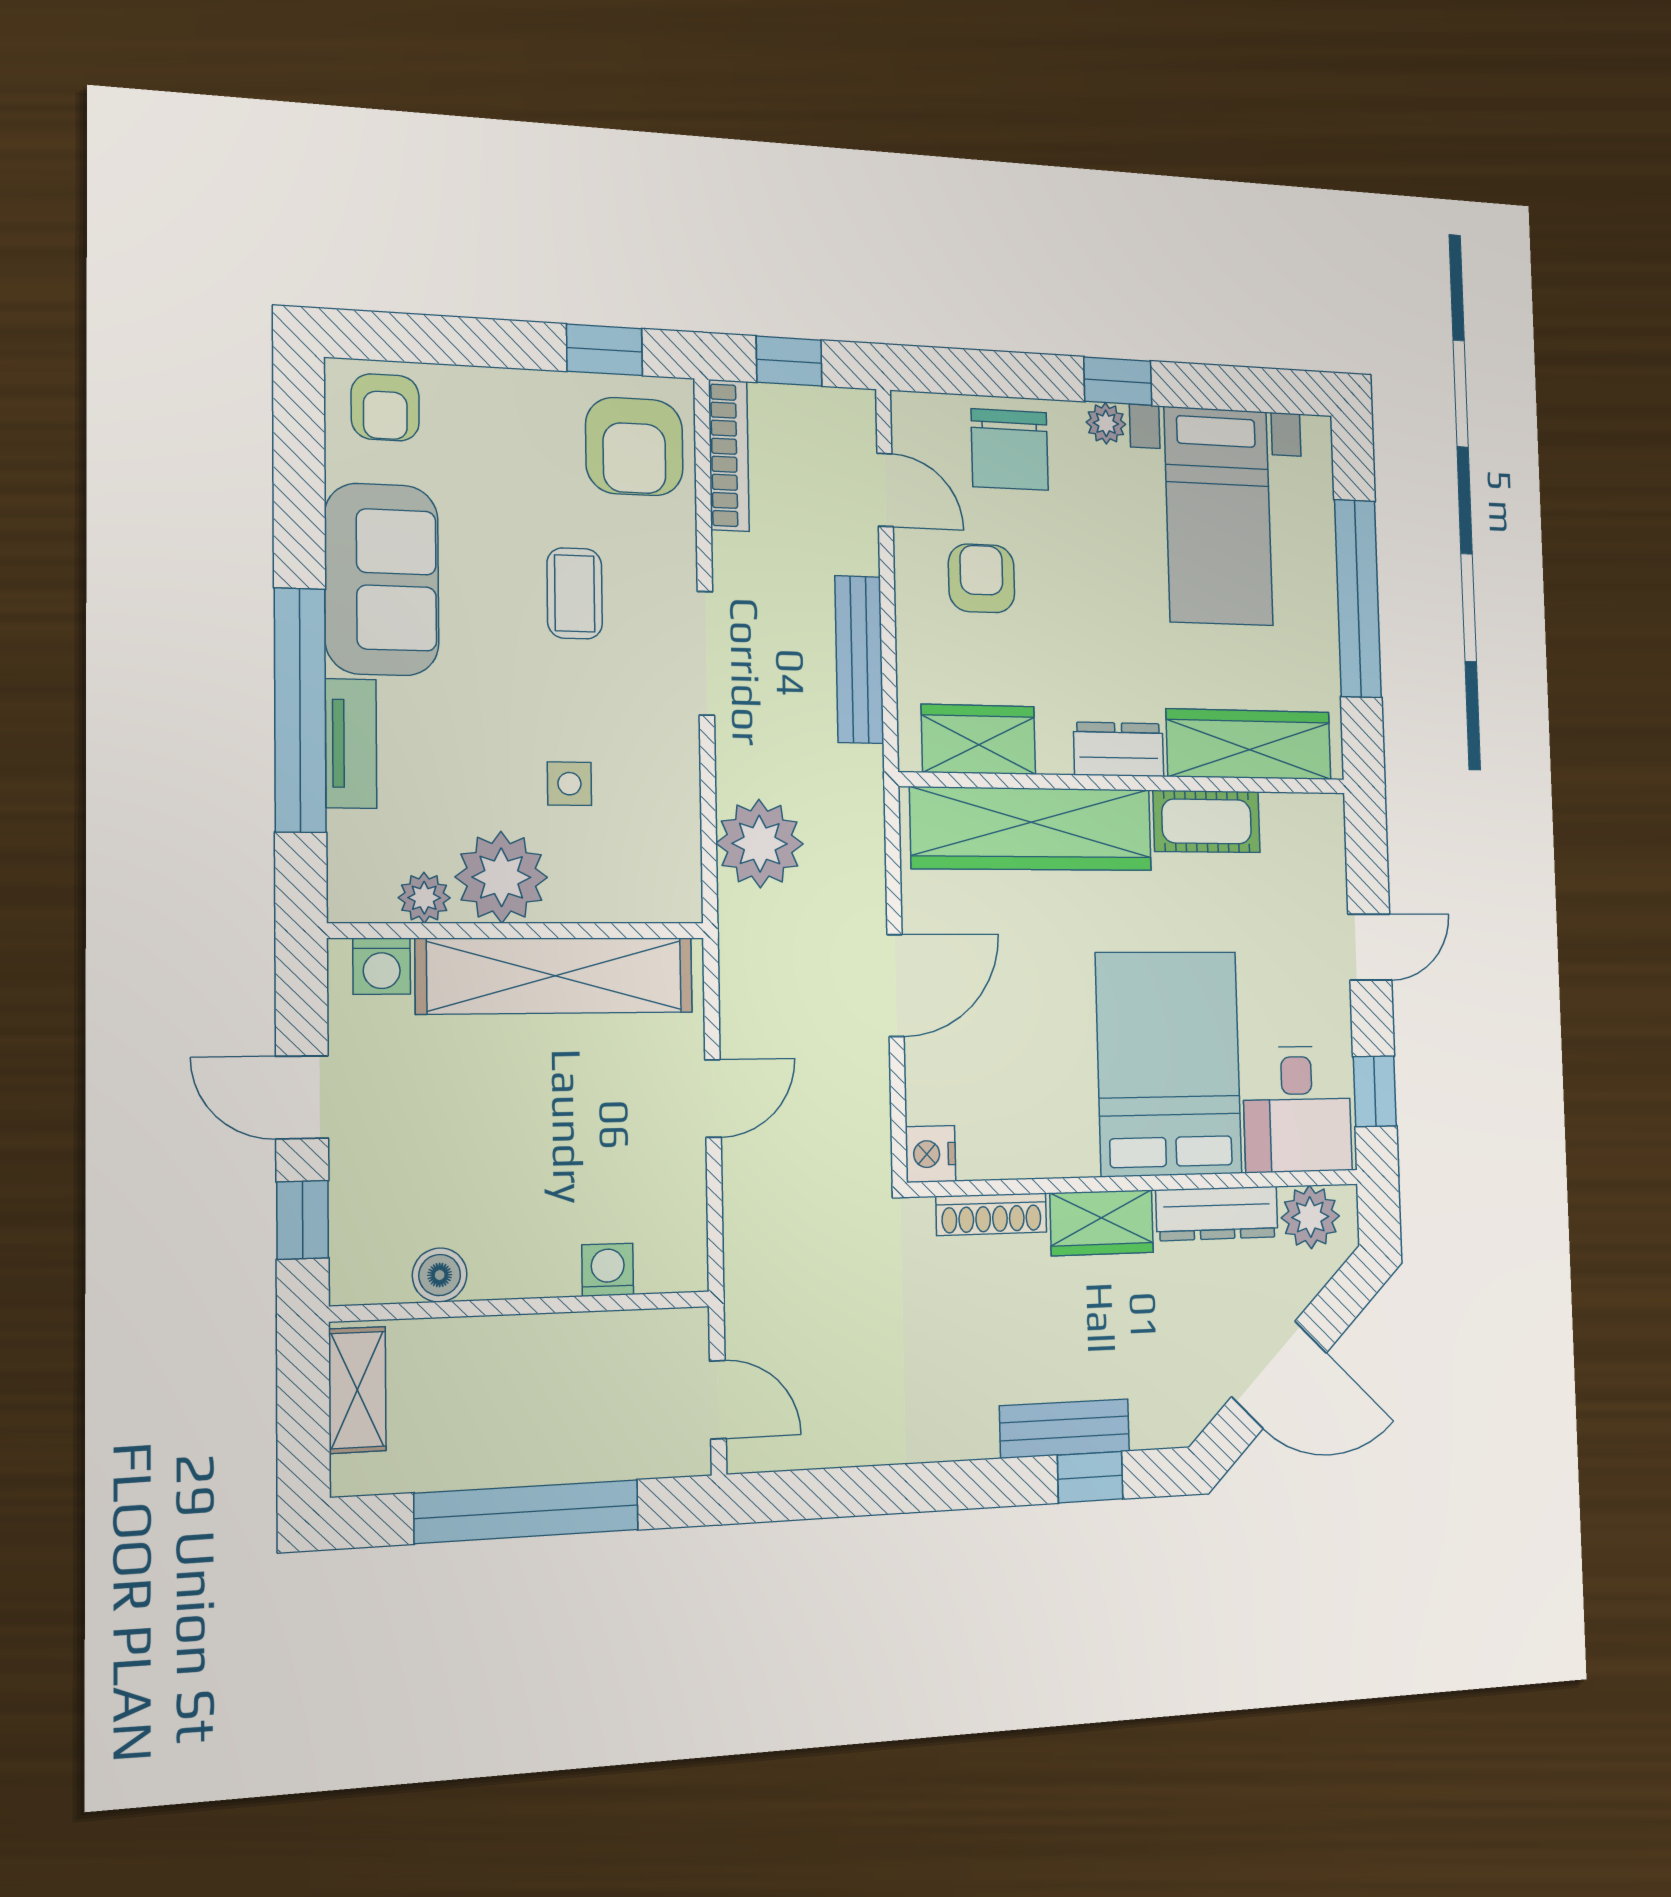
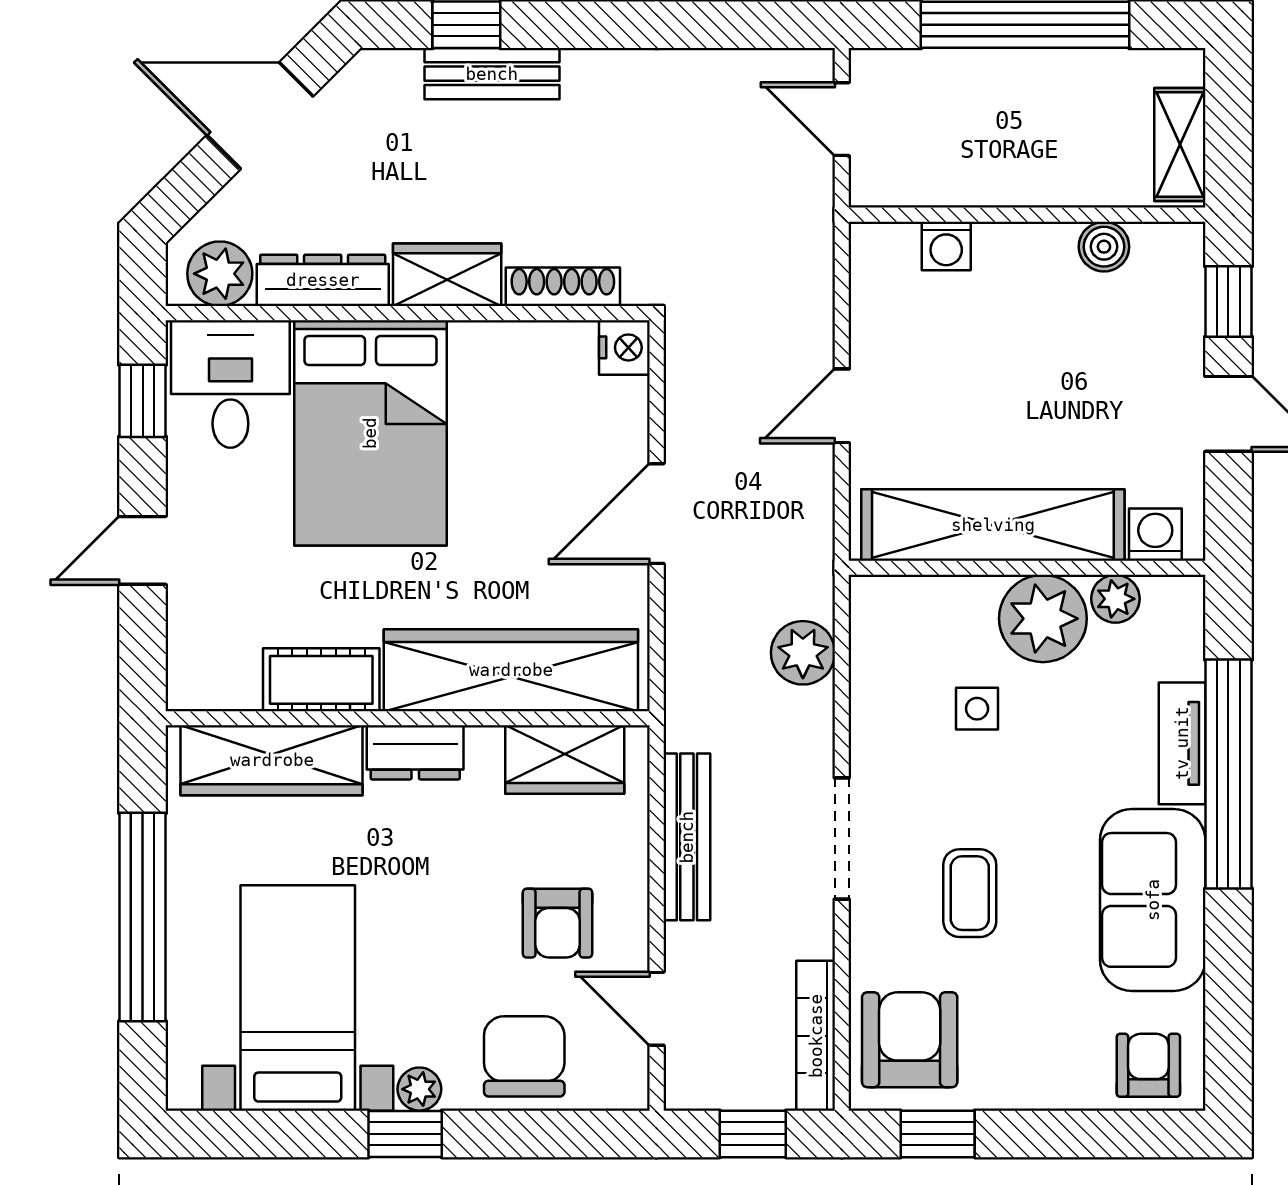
plant: (760, 844) -> (803, 653), width x0.73, depth x0.73

